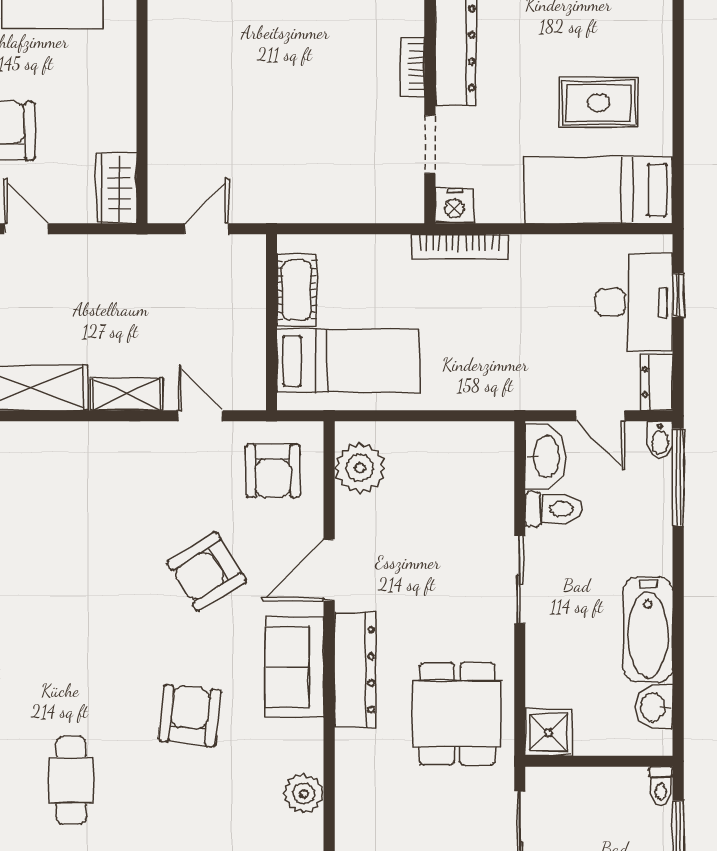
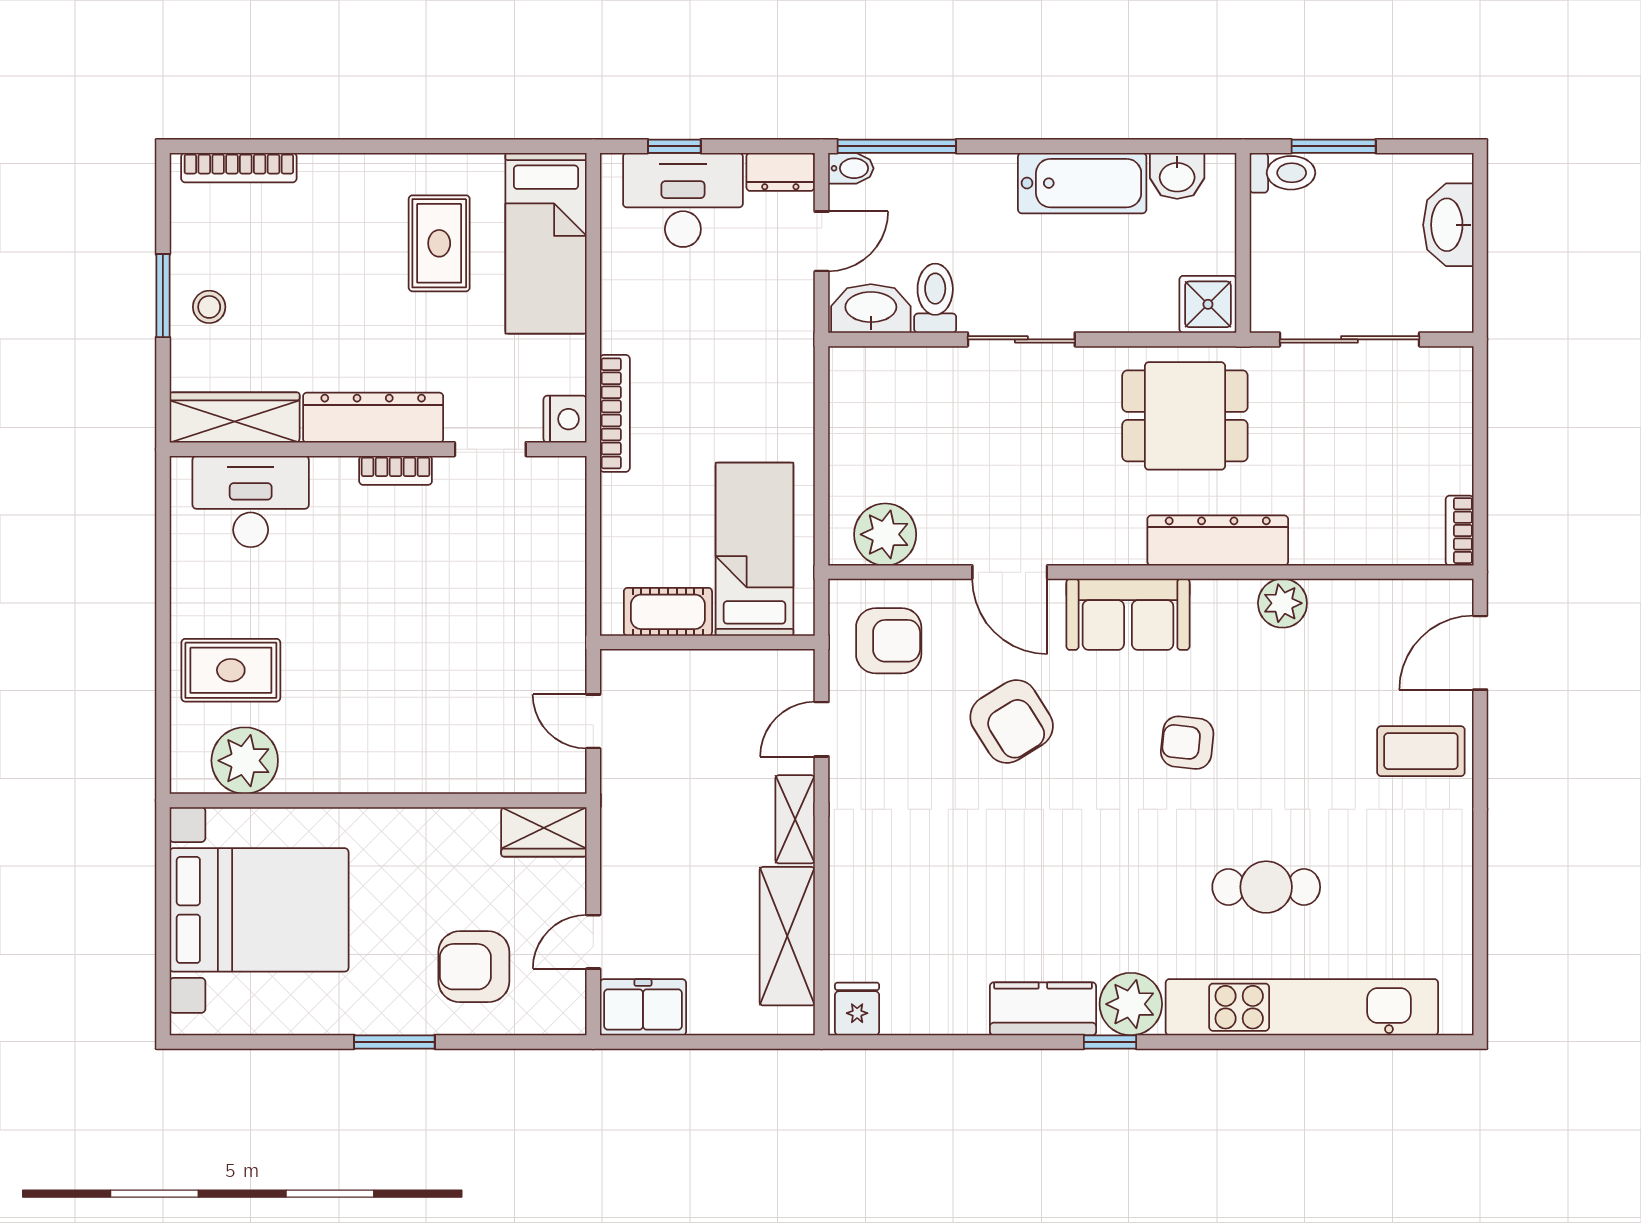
dresser: (355, 670) -> (1218, 540), moved
armchair: (189, 715) -> (1187, 743), width x0.72, depth x0.72
toilet: (661, 786) -> (1282, 173), width x1.37, depth x1.39

